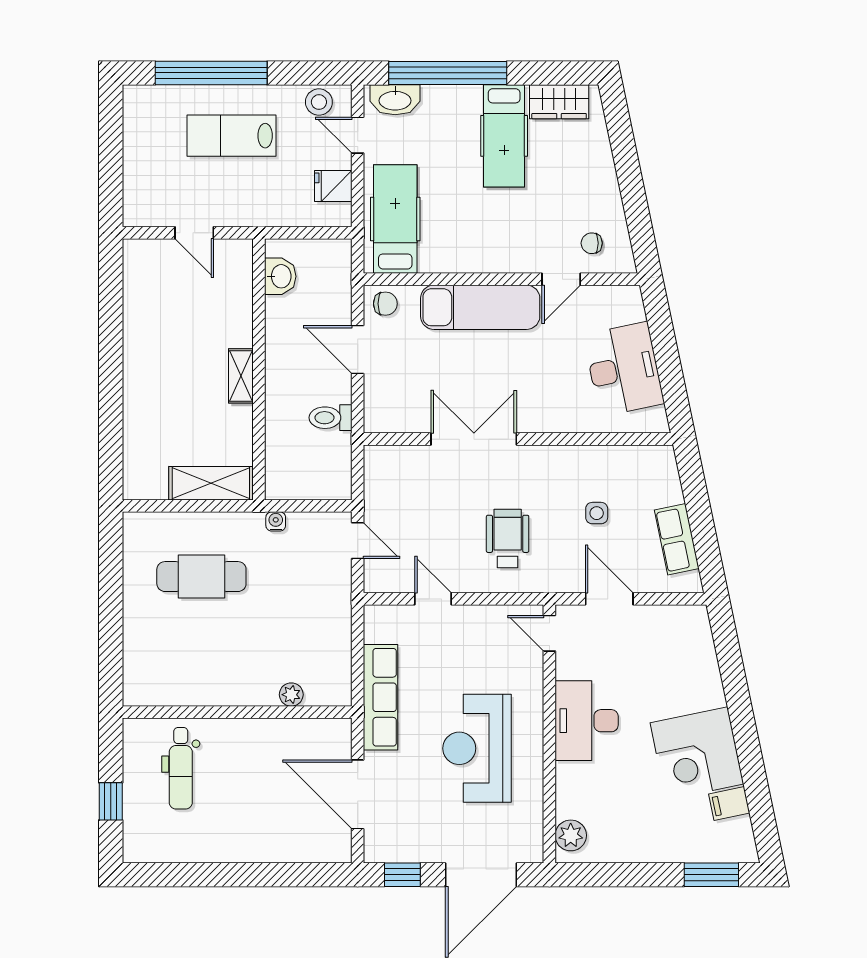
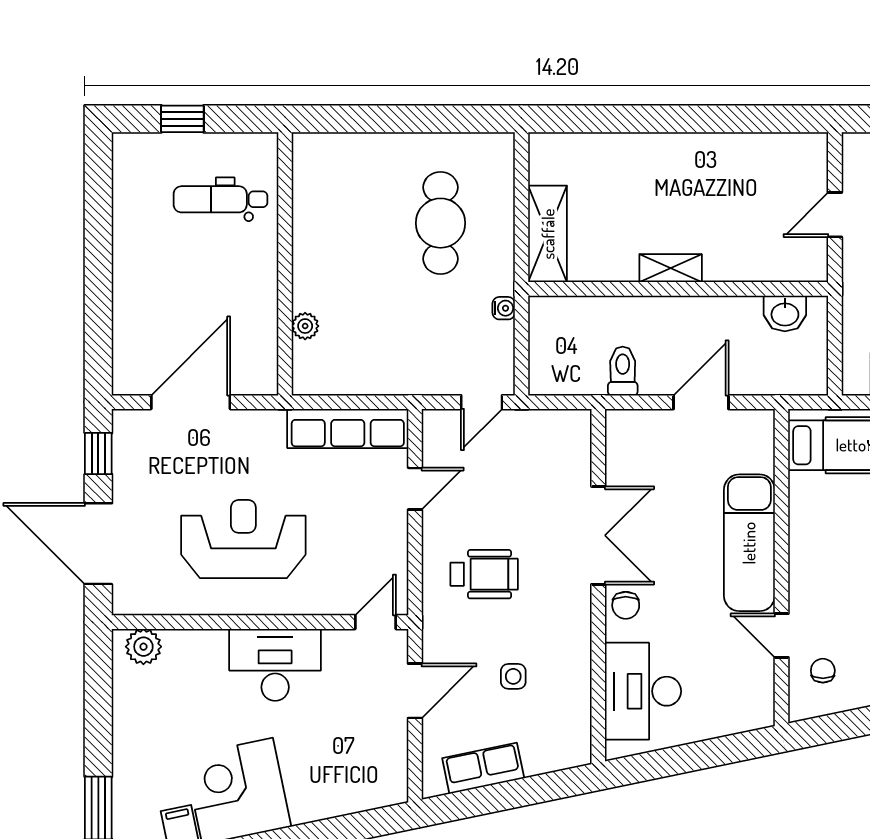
chair: (385, 304) -> (626, 605), moved
desk: (624, 369) -> (643, 691), moved, turned 102
row of seats: (381, 697) -> (348, 428), moved

